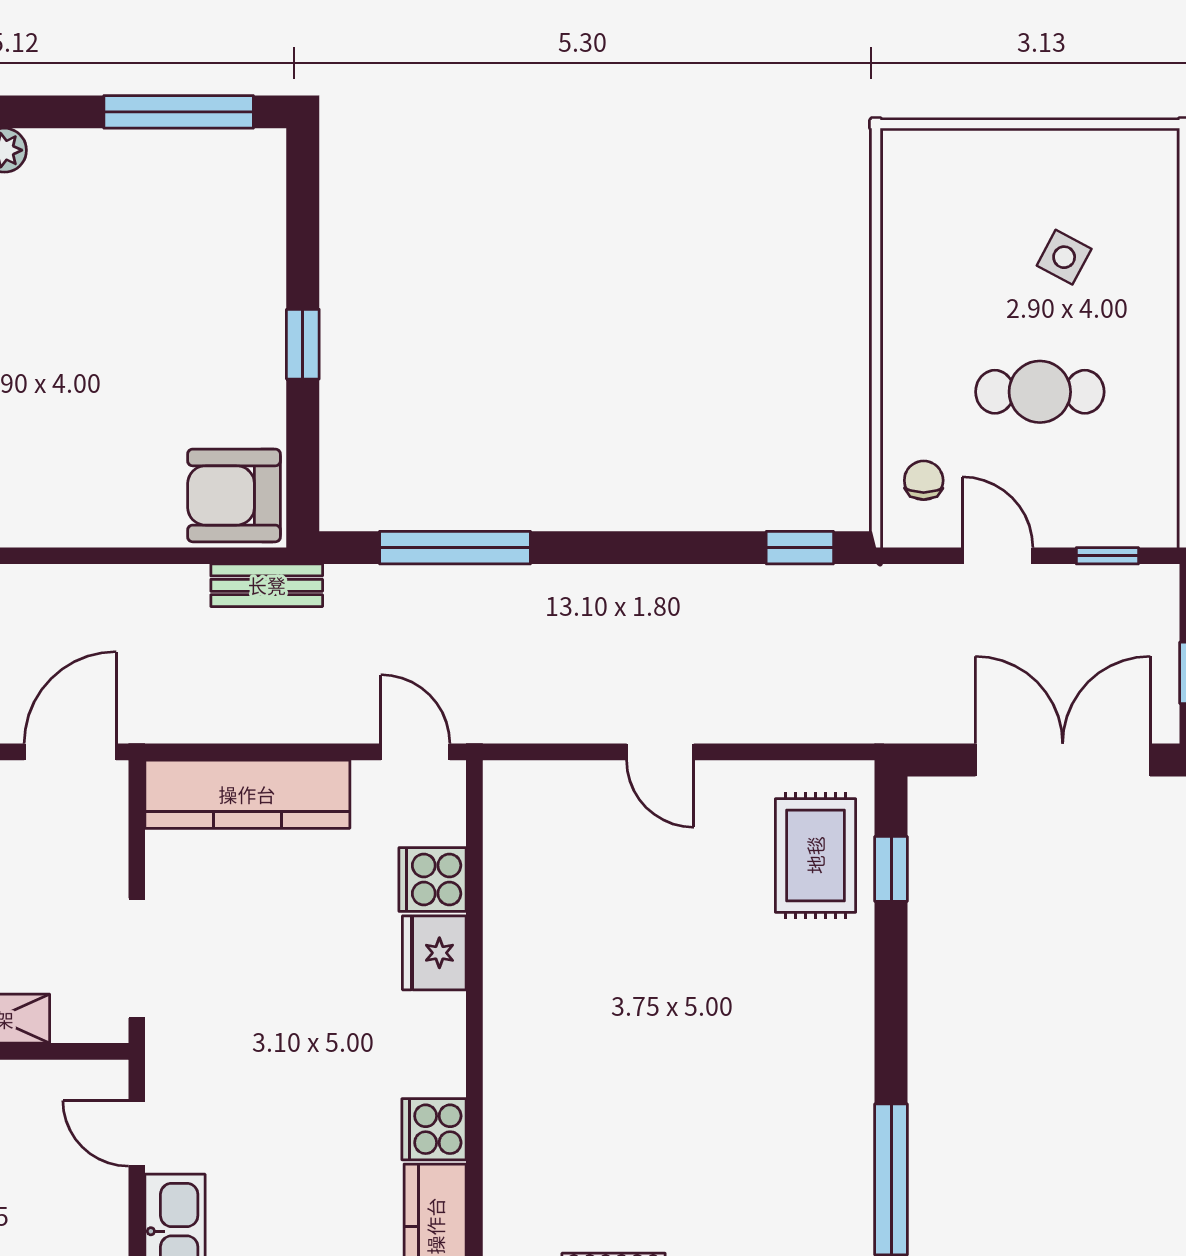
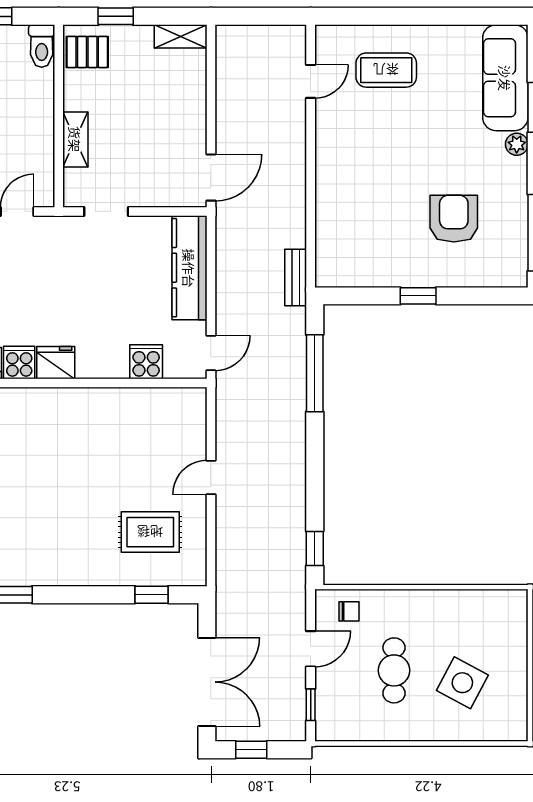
side table: (1064, 257) -> (462, 683), width x1.87, depth x1.87
armchair: (234, 495) -> (454, 219), moved
door: (70, 752) -> (211, 178), hinge flipped
rug: (815, 855) -> (150, 532), moved
fridge: (434, 953) -> (56, 363), moved
doorway: (137, 958) -> (106, 211), width x0.73

